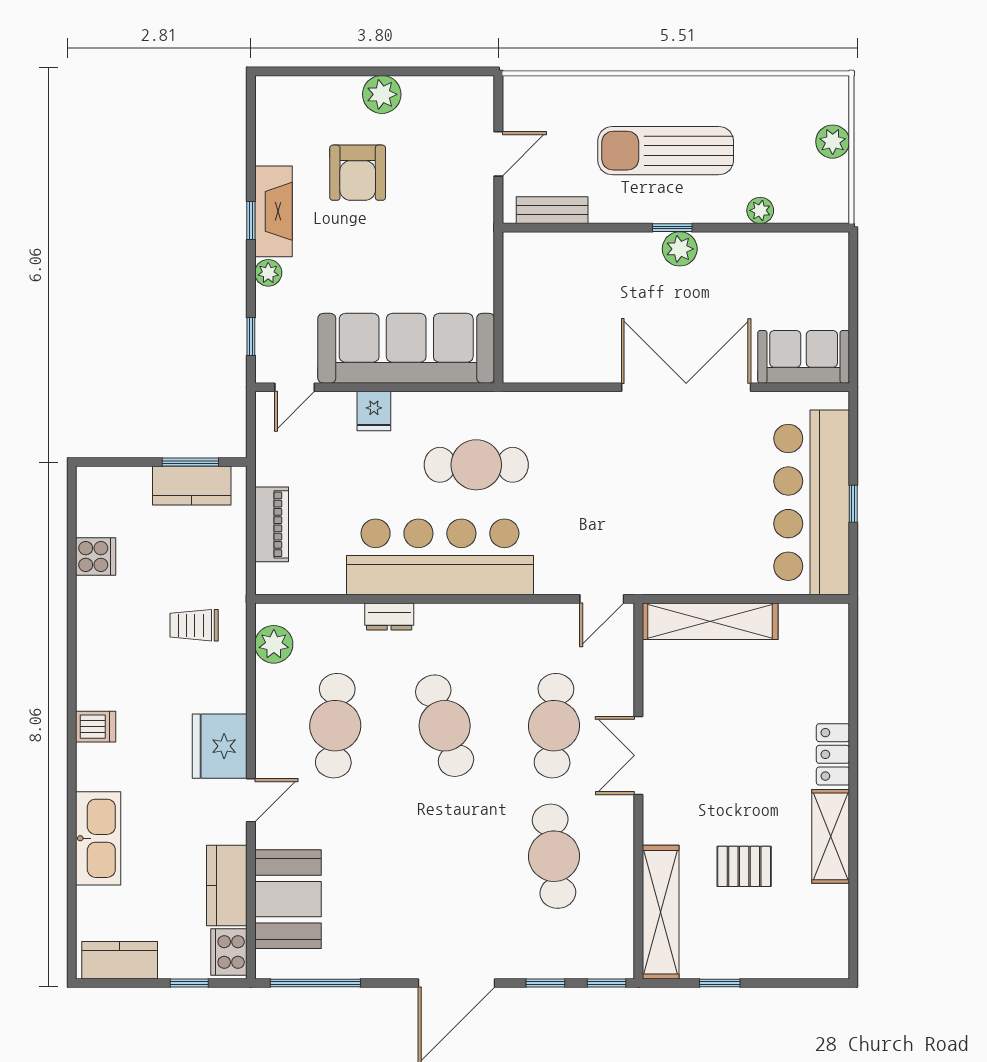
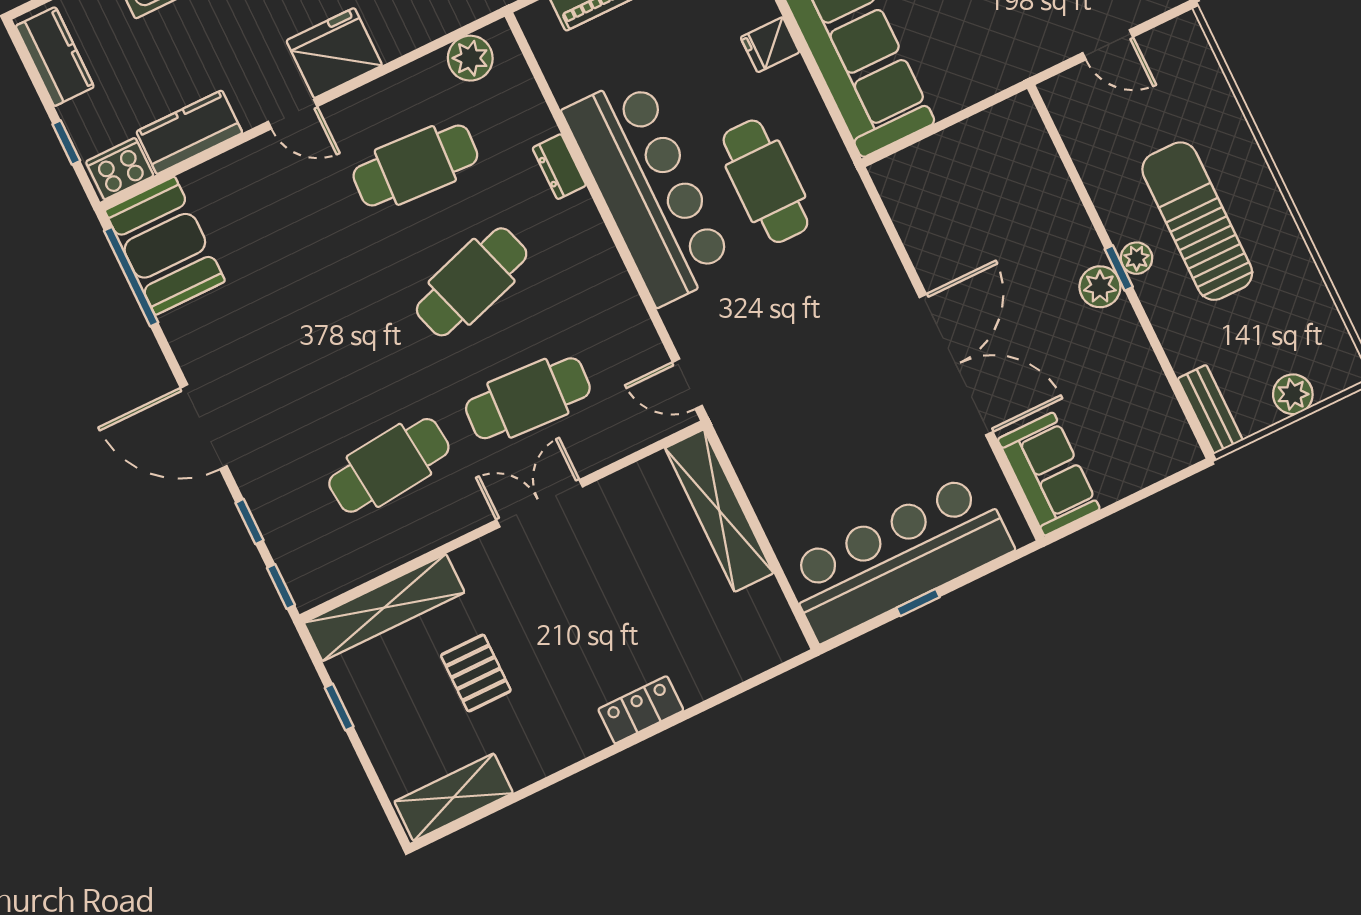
bench: (552, 210) -> (1210, 409), moved
plant: (760, 210) -> (1137, 258), moved
shelving: (831, 836) -> (454, 797), moved
booth: (288, 899) -> (165, 246), moved, turned 90

